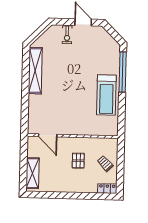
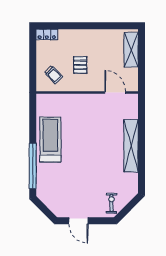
exercise bike: (67, 35) -> (111, 203), moved
shelving: (35, 71) -> (131, 146), moved
trolley: (105, 164) -> (53, 75), moved

